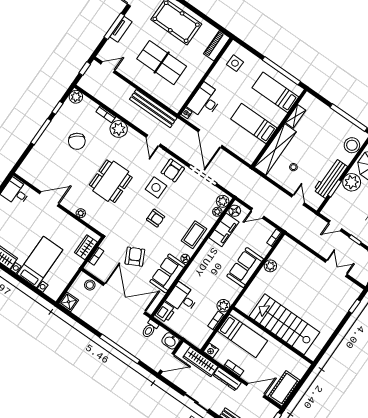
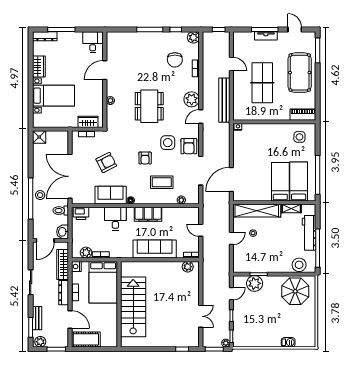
door: (108, 67) -> (231, 64), moved
desk: (205, 101) -> (256, 134), removed
bed: (254, 123) -> (280, 182), moved
plant: (119, 129) -> (192, 99), moved
door: (210, 139) -> (231, 179), moved
chair: (77, 141) -> (175, 60), moved, turned -52
armchair: (173, 170) -> (189, 146), turned -90
workbench: (330, 178) -> (309, 233), moved, turned -90
dining table: (111, 181) -> (149, 106), turned 90
plant: (352, 182) -> (255, 283), moved
door: (49, 199) -> (105, 70), swing flipped
door: (298, 200) -> (231, 238), moved
plant: (223, 201) -> (192, 199), removed
floor lamp: (235, 211) -> (191, 212), removed
door: (335, 226) -> (231, 294), swing flipped
filing cabinet: (224, 230) -> (148, 214), moved
coffee table: (194, 235) -> (162, 182), moved
plant: (270, 266) -> (188, 267), moved
sofa: (245, 268) -> (155, 249), width x1.36
stool: (90, 285) -> (40, 195), moved
desk: (182, 298) -> (115, 219), moved
double door: (124, 299) -> (70, 176), swing flipped
plant: (223, 306) -> (86, 253), moved
bed: (243, 336) -> (103, 282), width x1.50
door: (167, 362) -> (45, 240), hinge flipped

